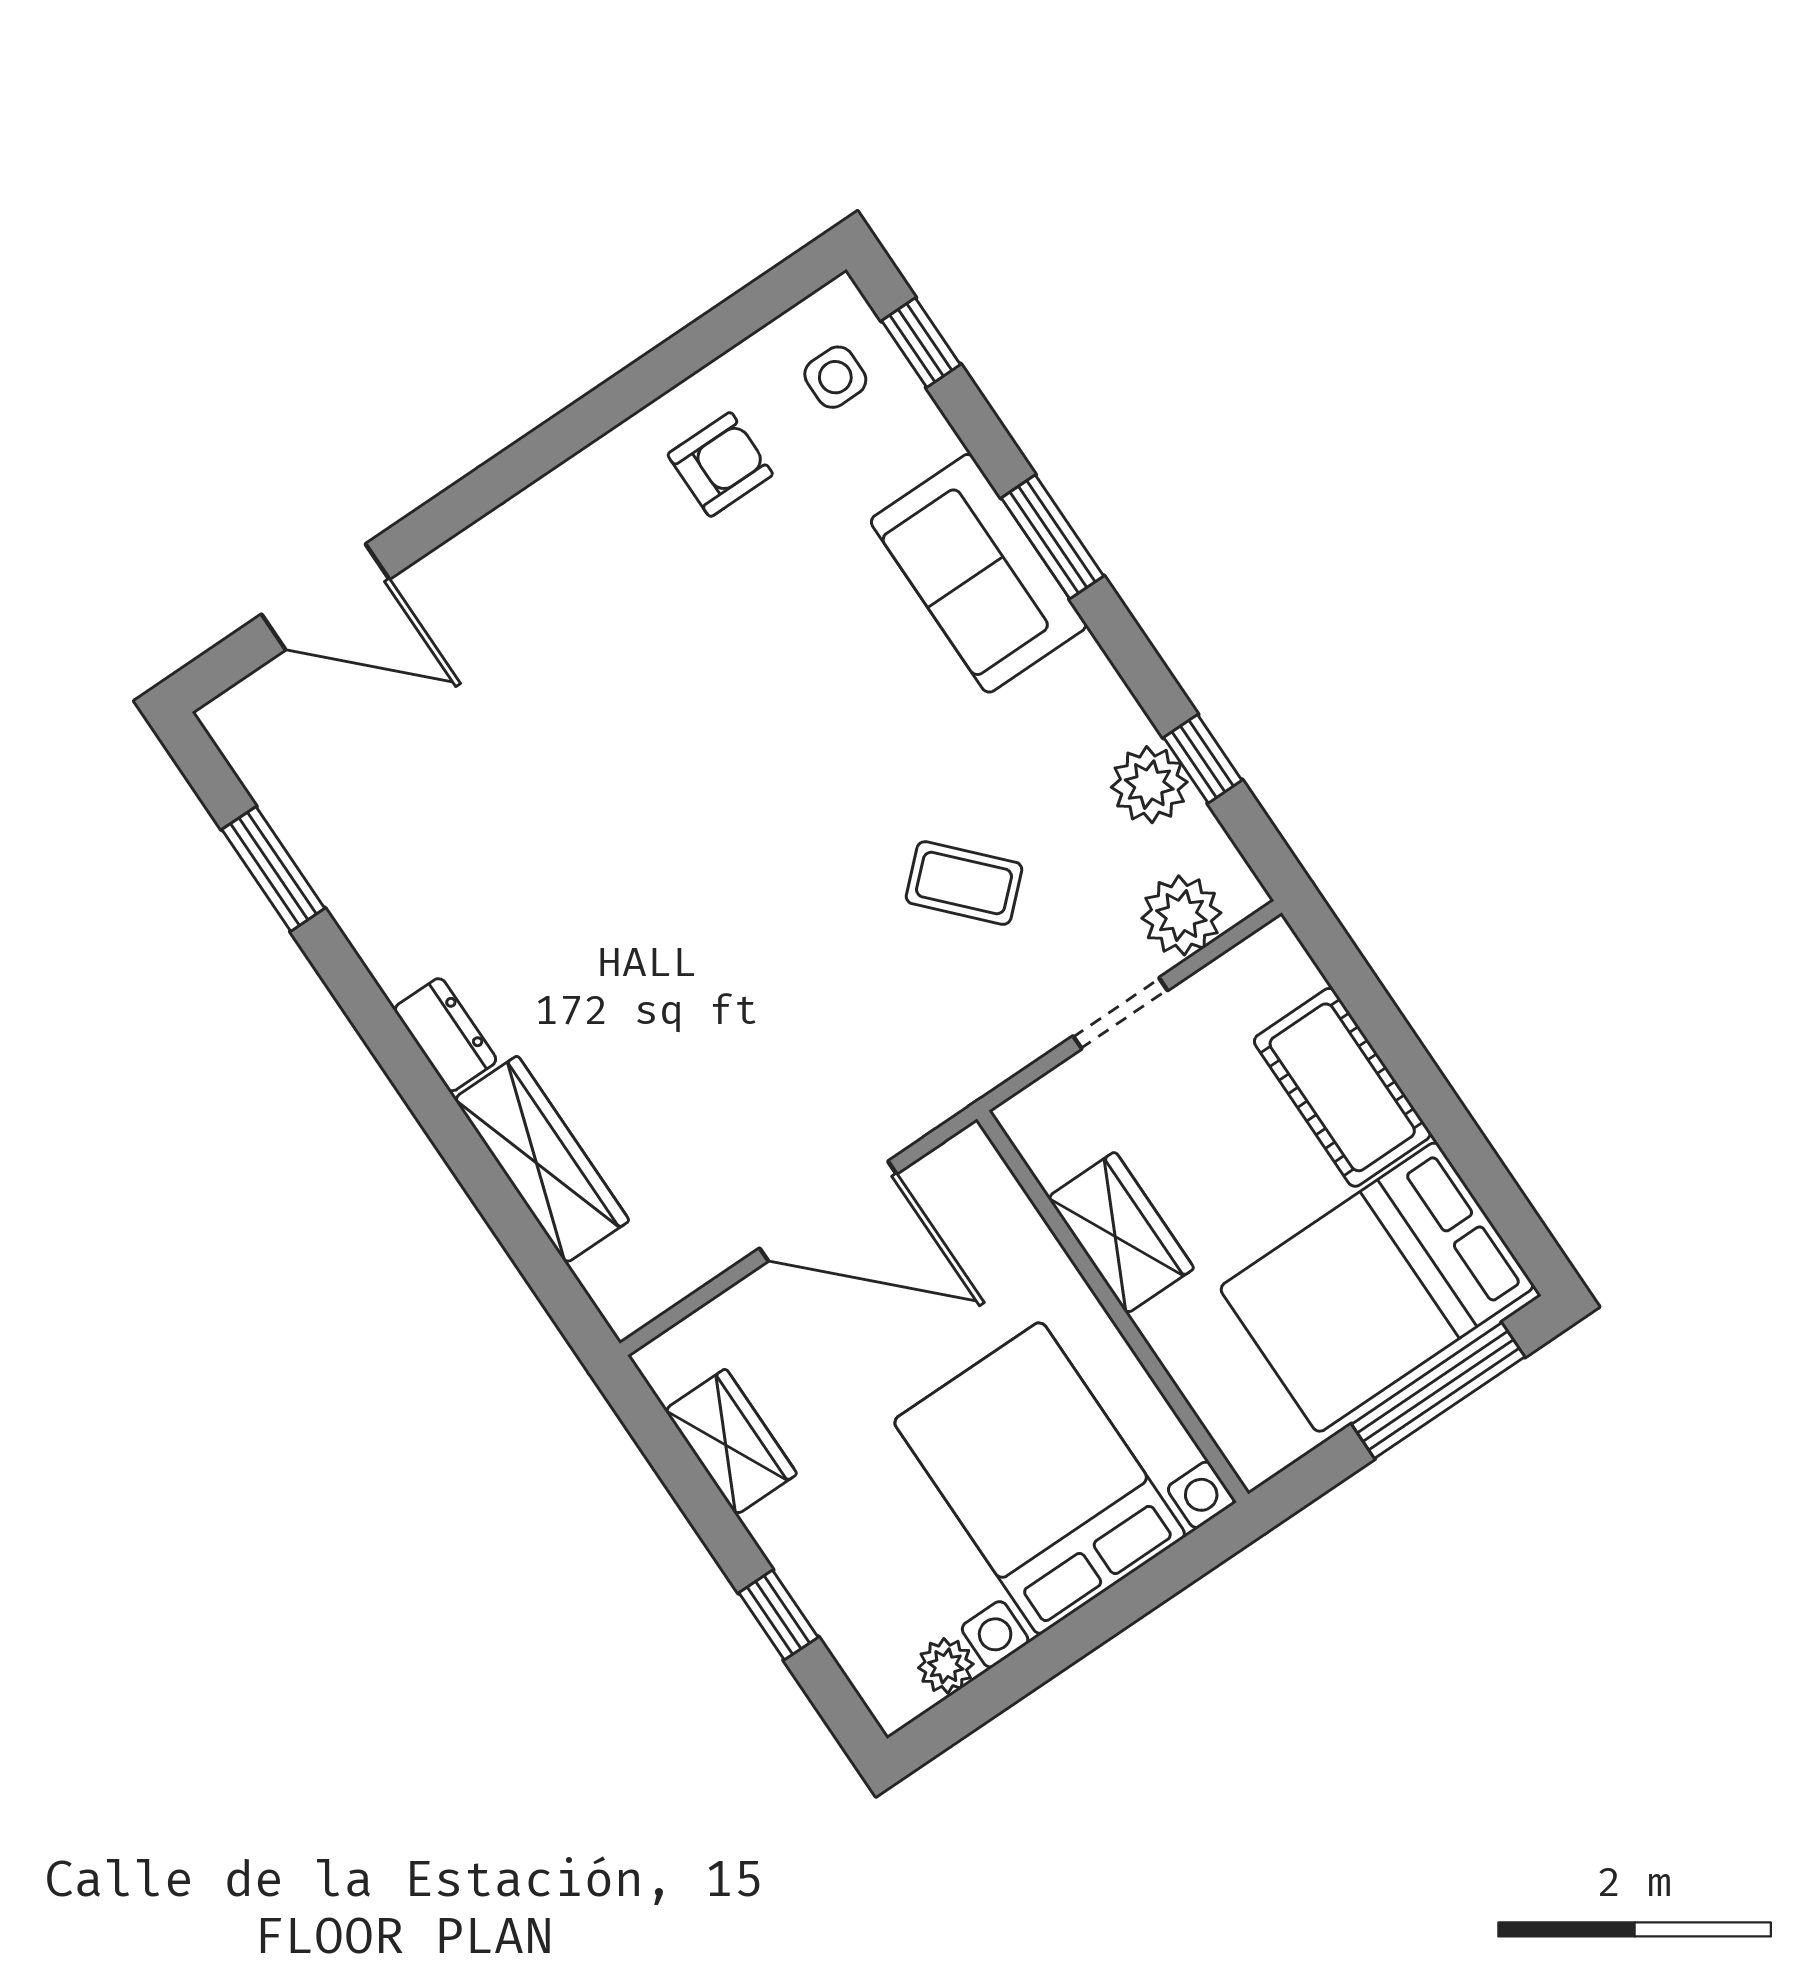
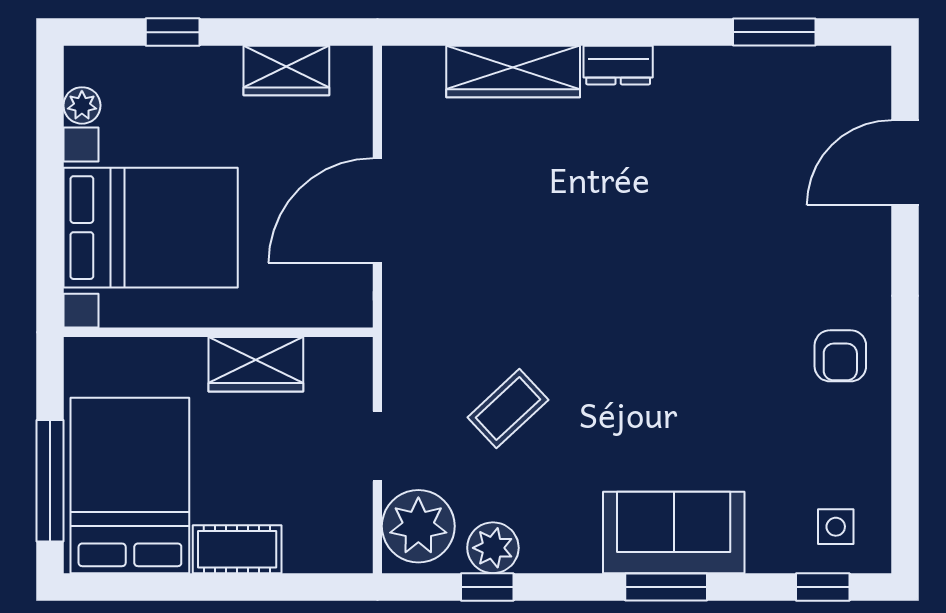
armchair: (720, 464) -> (840, 356), moved
plant: (1181, 915) -> (418, 526), width x1.36, depth x1.36
cot: (1342, 1087) -> (237, 549), width x0.73, depth x0.75

